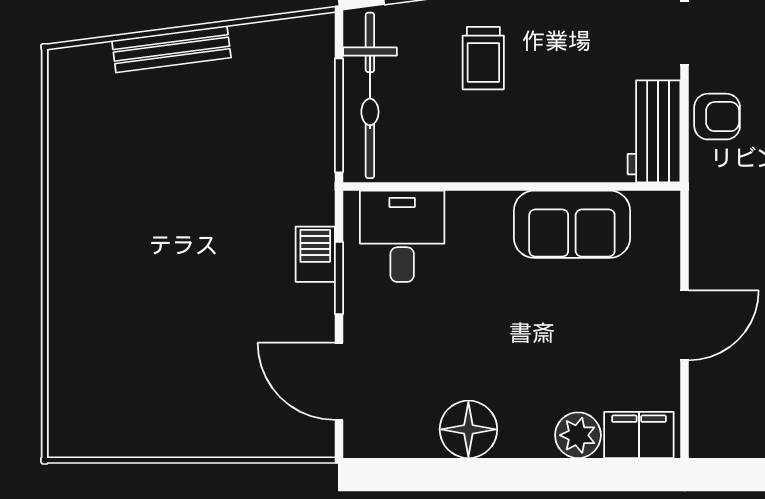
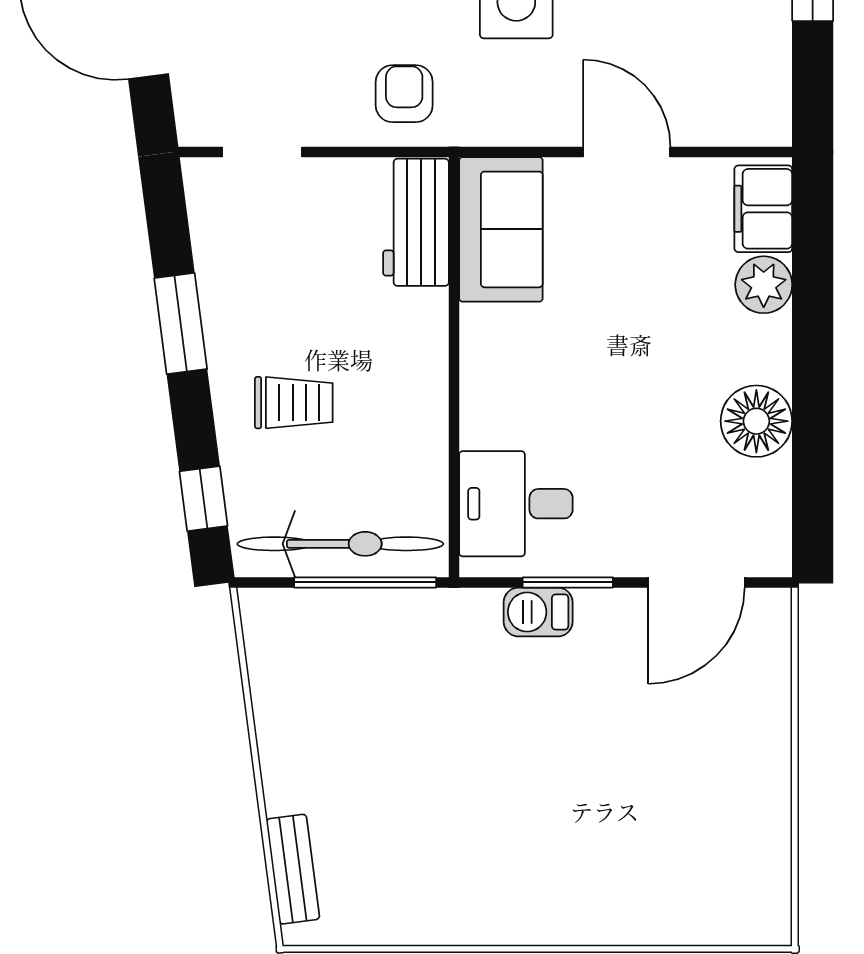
bench: (171, 49) -> (293, 869), moved, width x0.73
armchair: (717, 117) -> (404, 94), moved
workbench: (654, 131) -> (416, 222), moved, turned 90
sofa: (572, 224) -> (501, 229), moved

